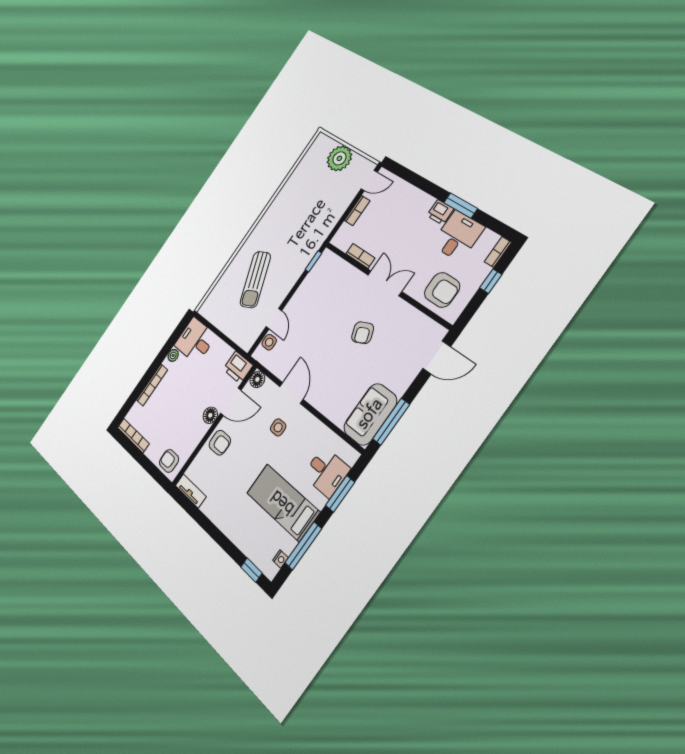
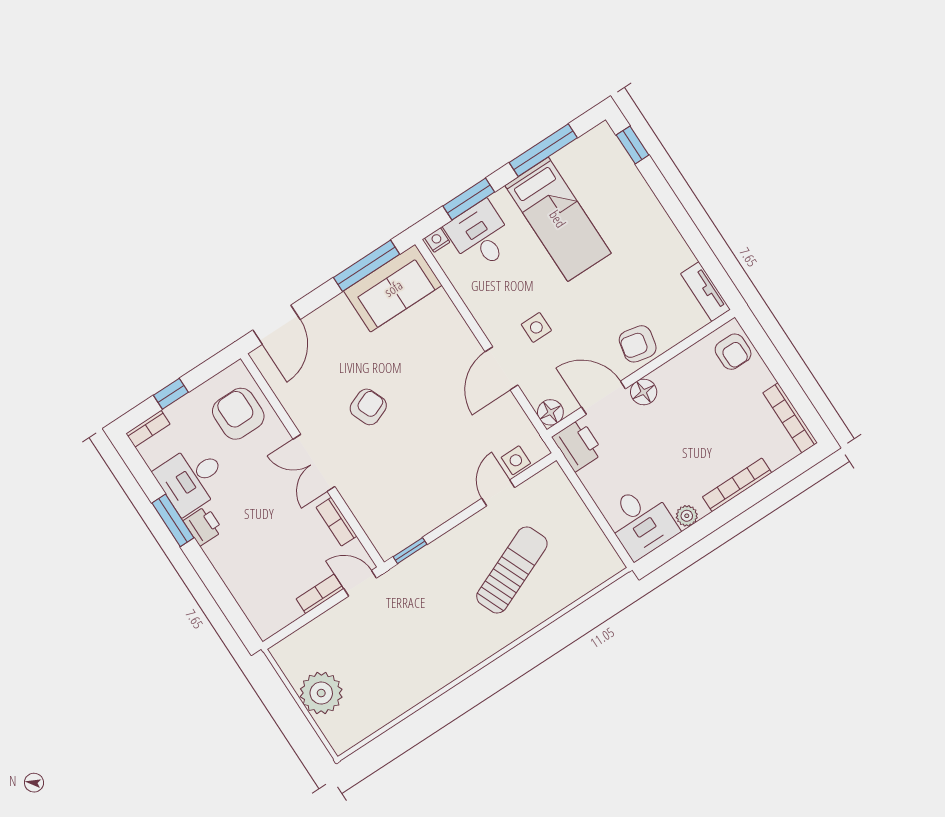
door: (369, 181) -> (360, 583), moved
door: (437, 357) -> (276, 325), swing flipped
armchair: (220, 443) -> (638, 344), turned -78
nightstand: (280, 559) -> (437, 240), moved

